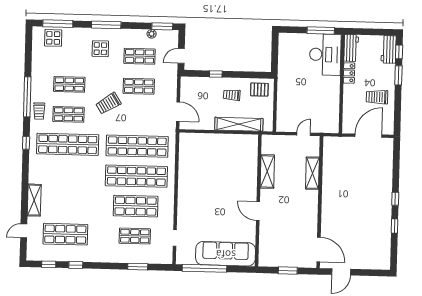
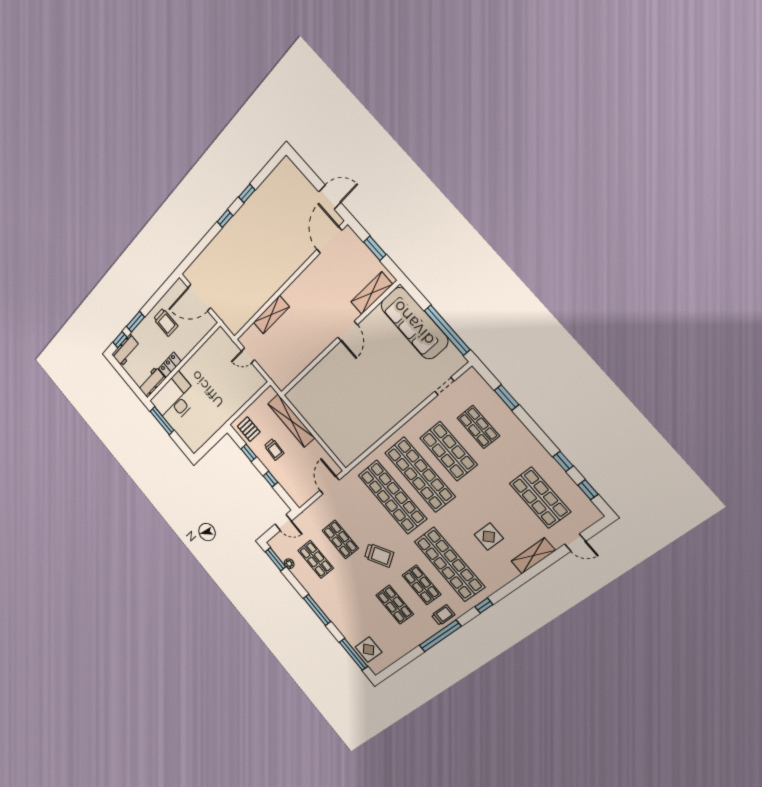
display table: (100, 49) -> (489, 537), moved
window: (245, 75) -> (249, 453), added
shelving: (267, 172) -> (372, 293), moved

